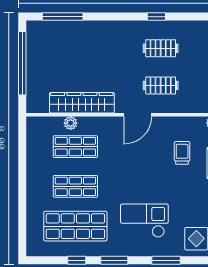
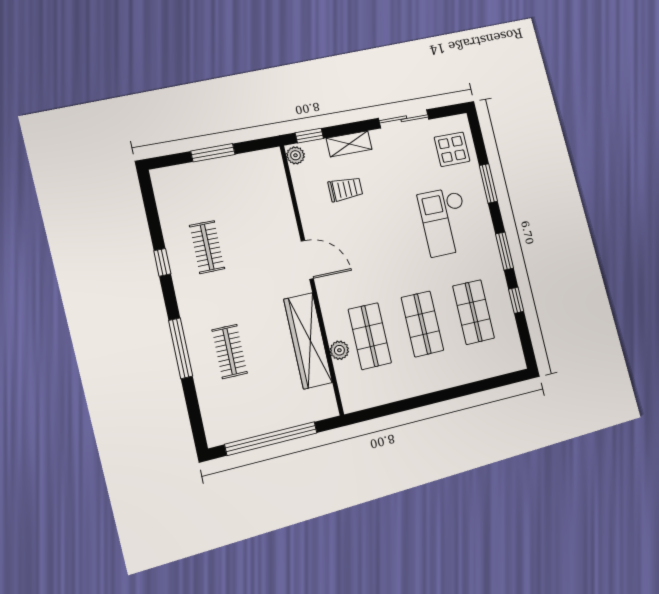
window: (63, 17) -> (181, 348), moved
clothes rail: (161, 85) -> (230, 351), moved
trolley: (182, 153) -> (345, 189), turned 180
shop shelf: (75, 226) -> (474, 312), width x0.70, depth x0.74

